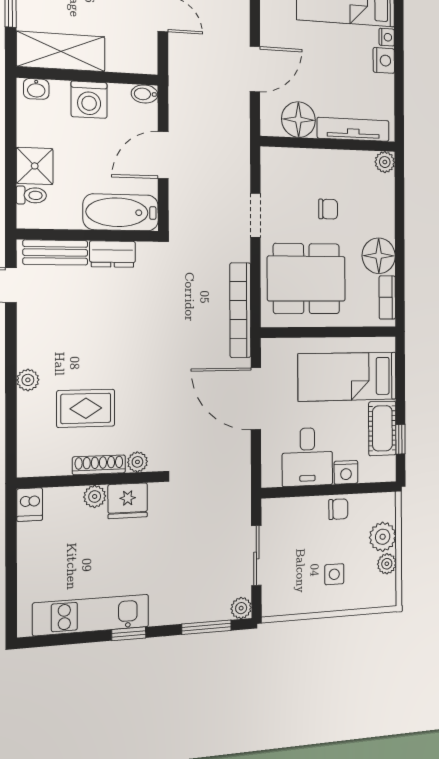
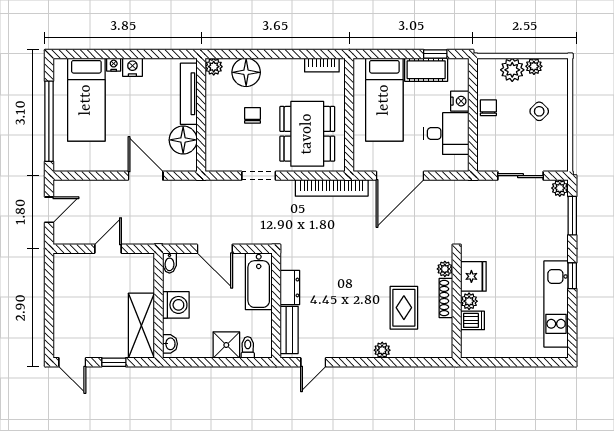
floor lamp: (379, 256) -> (246, 72), moved
dishwasher: (30, 505) -> (473, 320), moved
side table: (334, 574) -> (539, 111), turned 45

